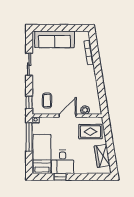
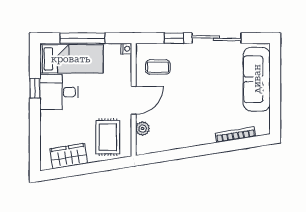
sliding door: (29, 64) -> (216, 38), width x1.37
window: (29, 102) -> (174, 38), moved
door: (68, 116) -> (134, 100), hinge flipped
window: (29, 137) -> (83, 38), moved

